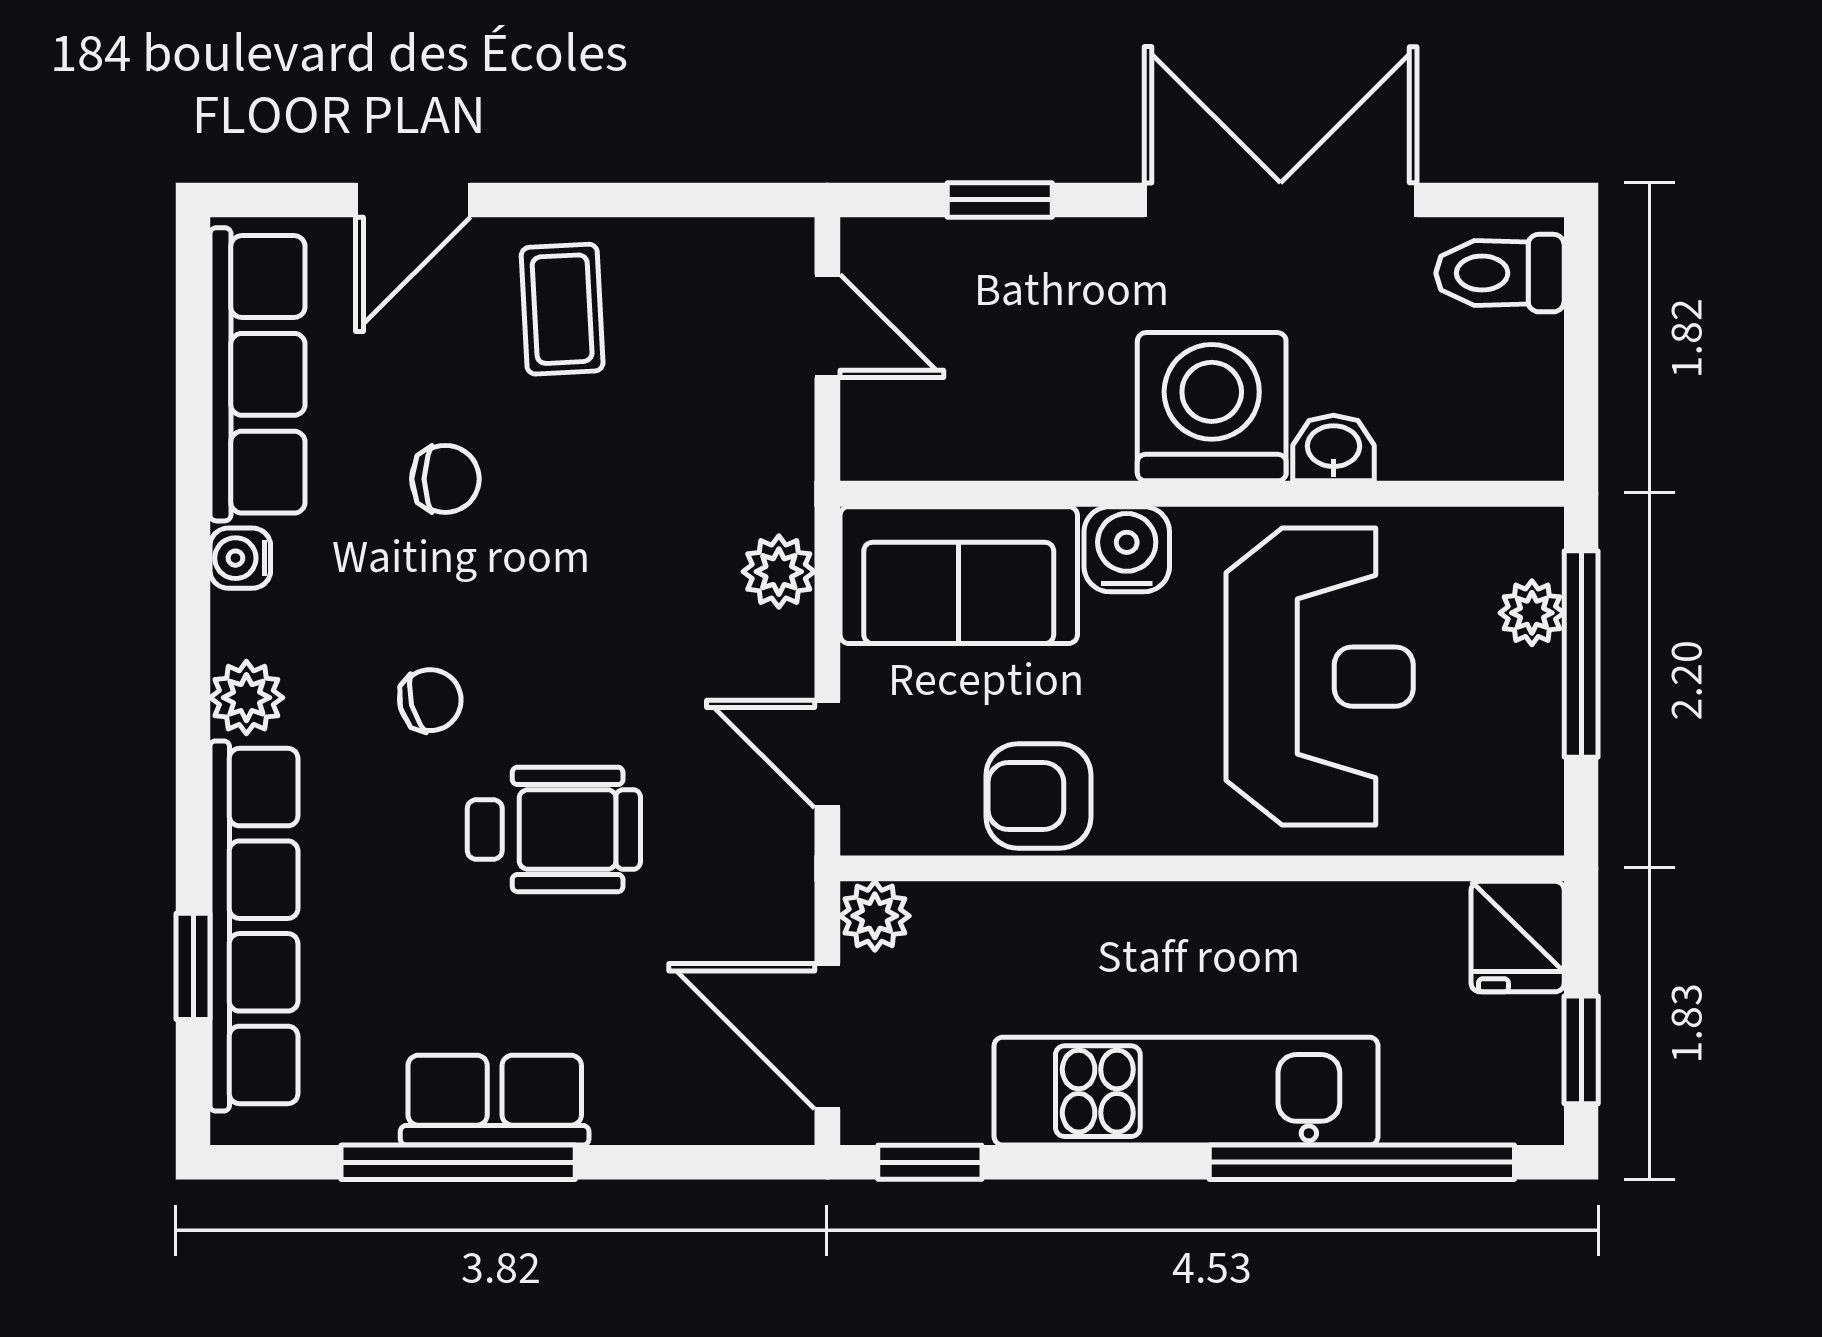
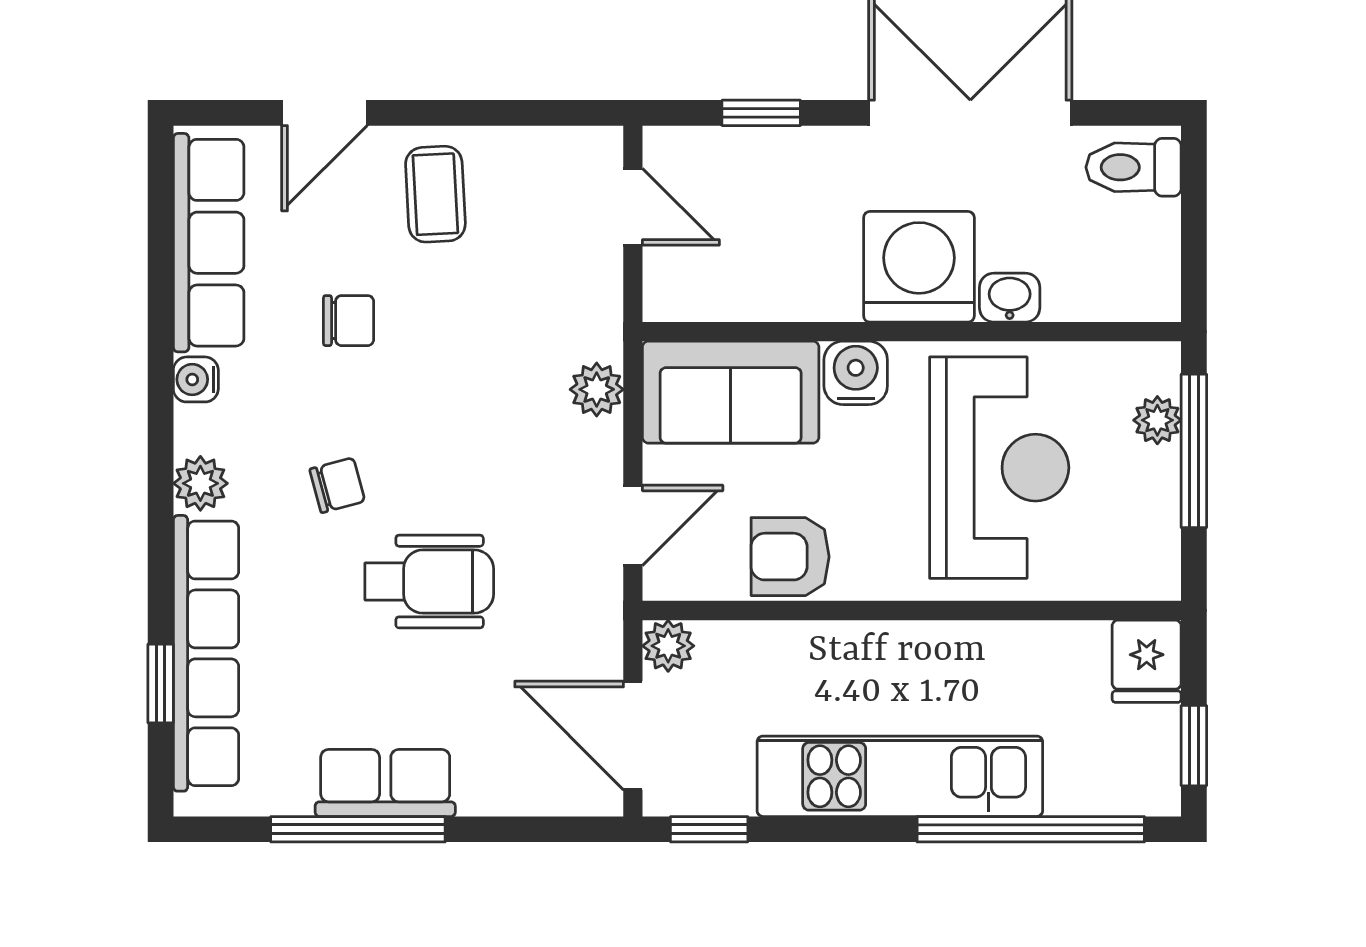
door: (827, 754) -> (633, 525), swing flipped

